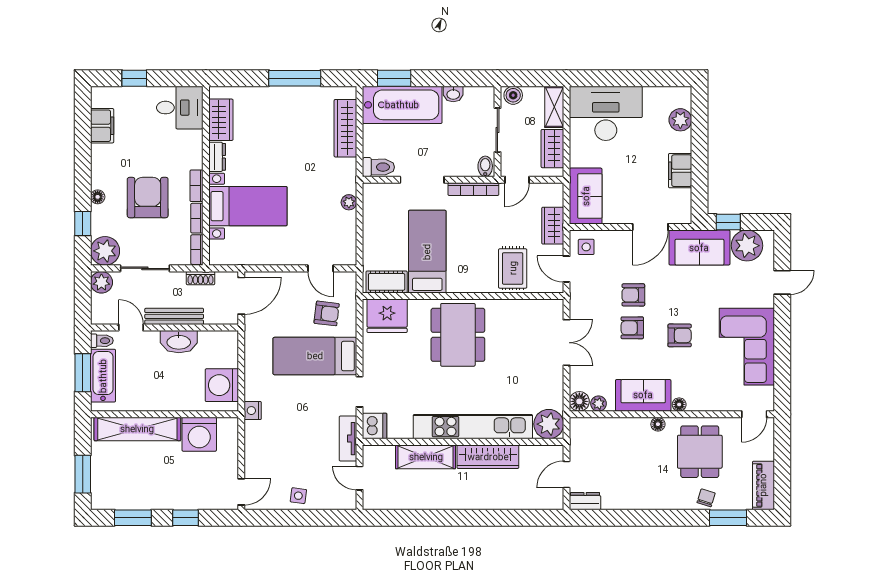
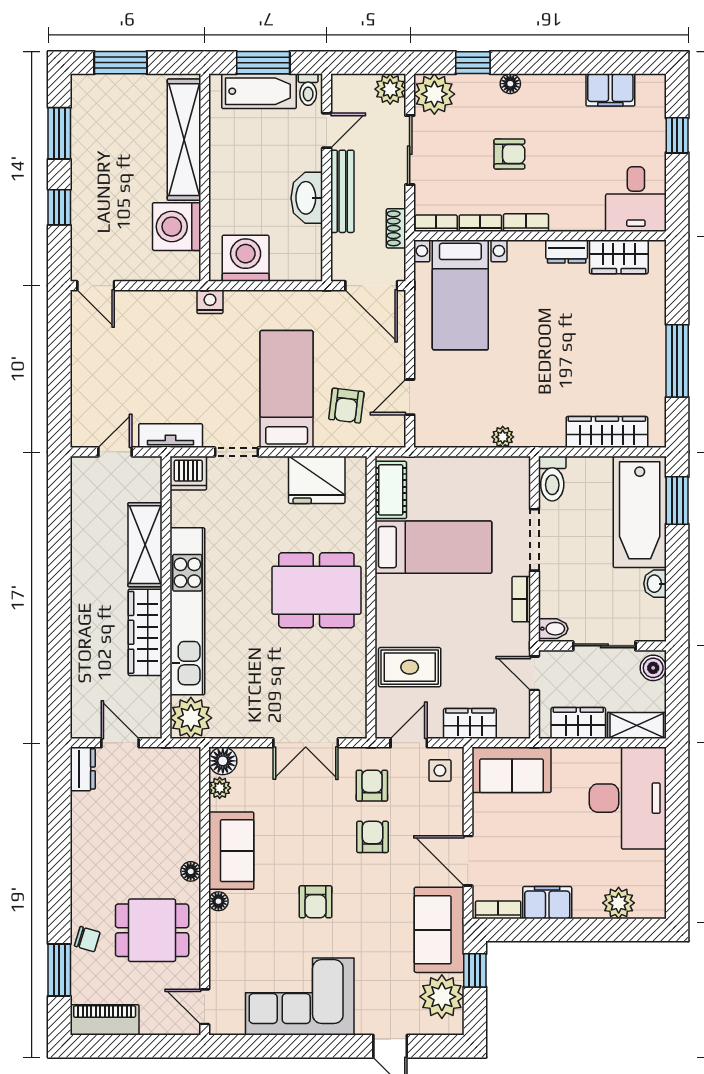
bookcase: (473, 189) -> (521, 599), width x0.64
armchair: (148, 198) -> (509, 154), width x0.53, depth x0.53
bed with nightstands: (248, 206) -> (460, 295), moved
bookcase: (685, 206) -> (498, 910), added
fridge: (387, 316) -> (317, 480), moved, turned -90
armchair: (632, 328) -> (372, 786), moved
side table: (298, 496) -> (90, 366), removed

